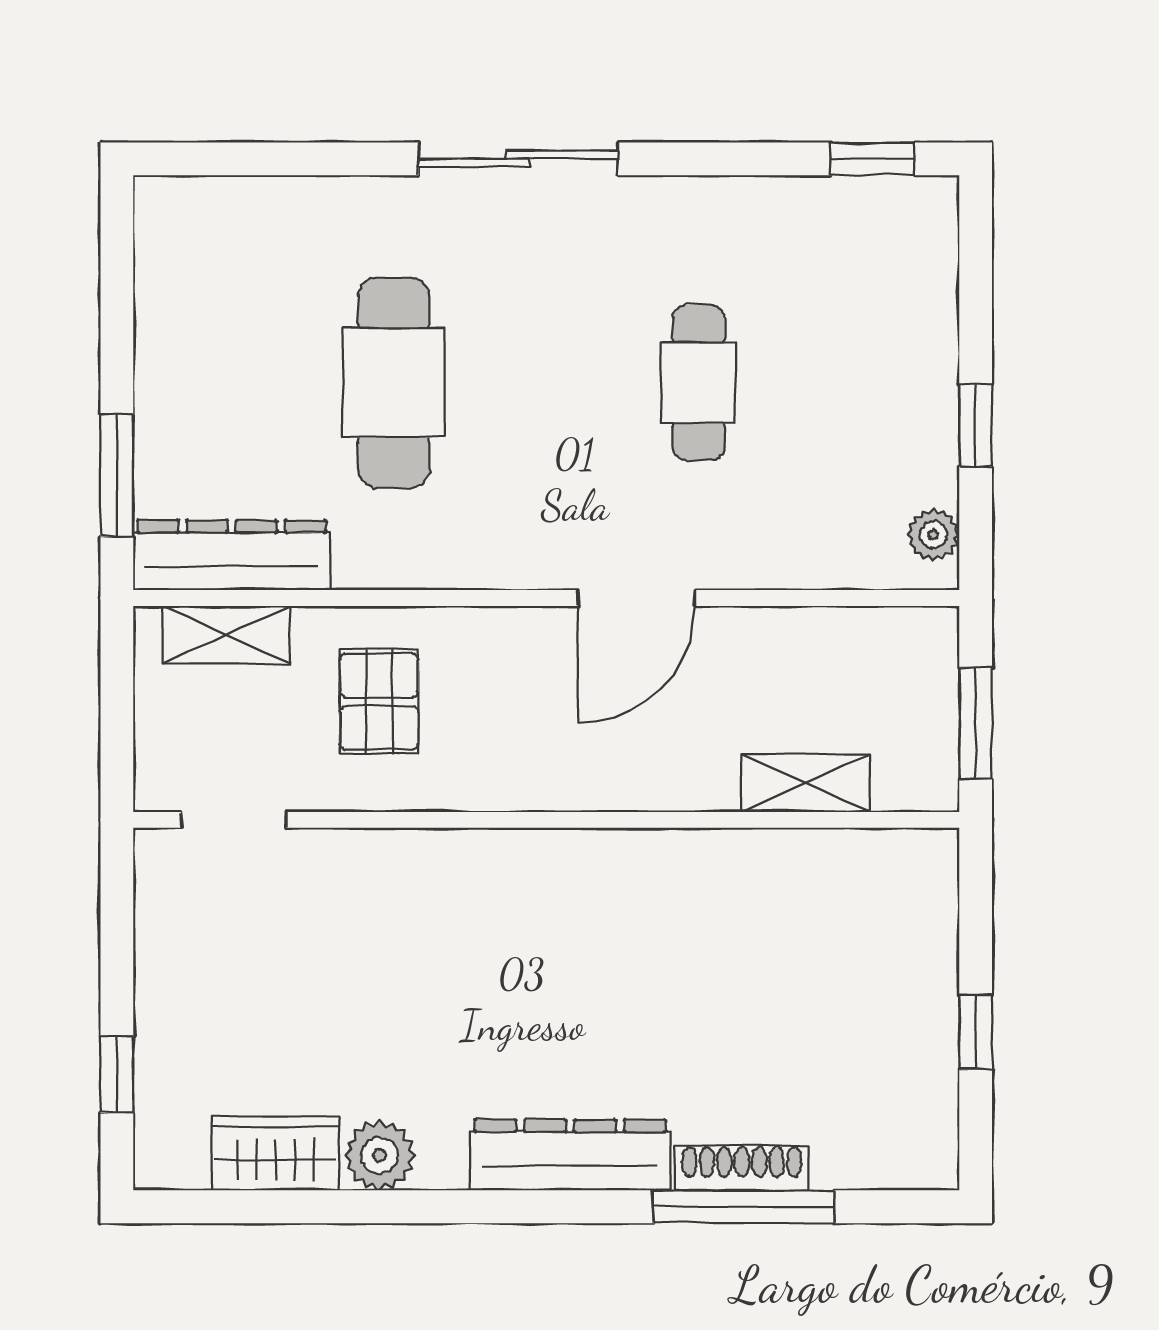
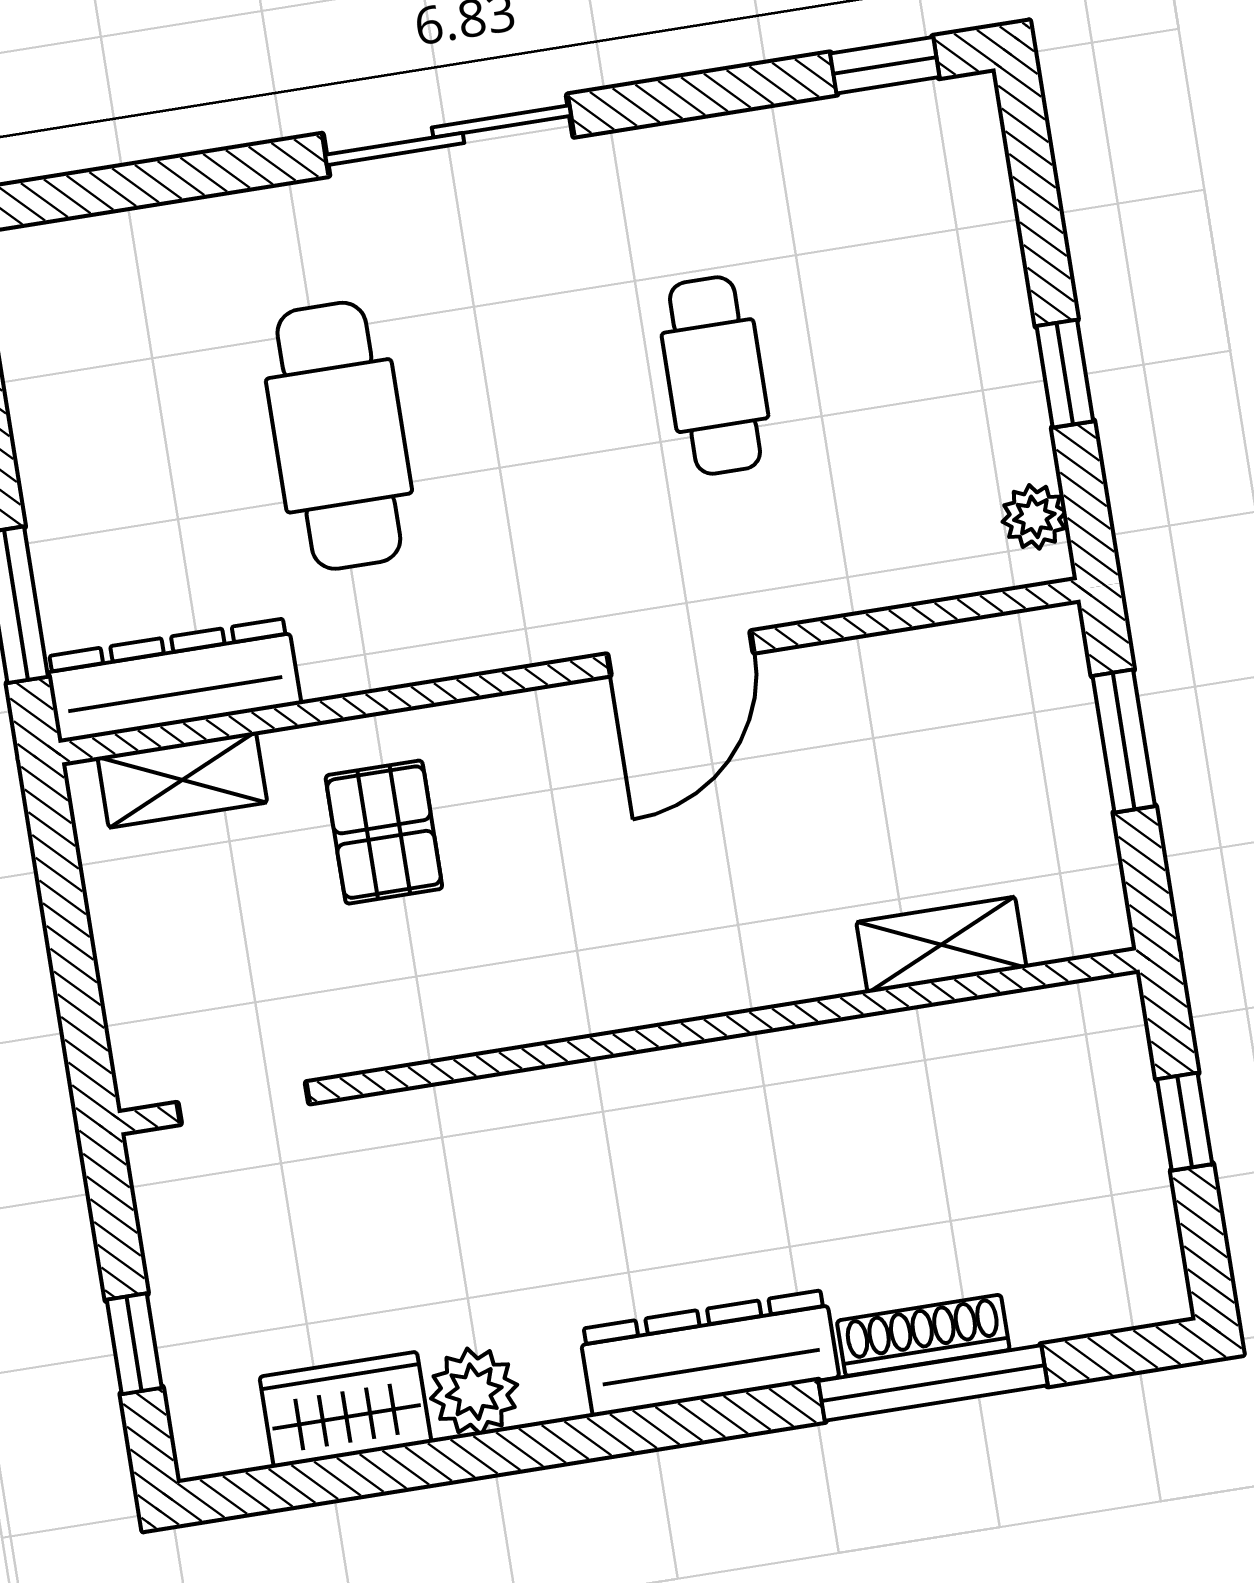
shelving: (806, 783) -> (941, 945), moved
doorway: (234, 820) -> (243, 1103), moved
wall: (546, 820) -> (629, 1041), moved

